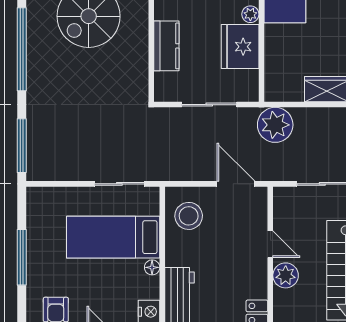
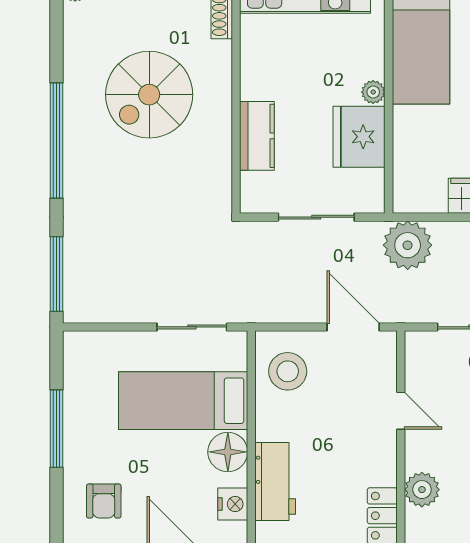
floor lamp: (152, 267) -> (228, 452), width x1.89, depth x1.89
plant: (286, 275) -> (422, 490), moved

